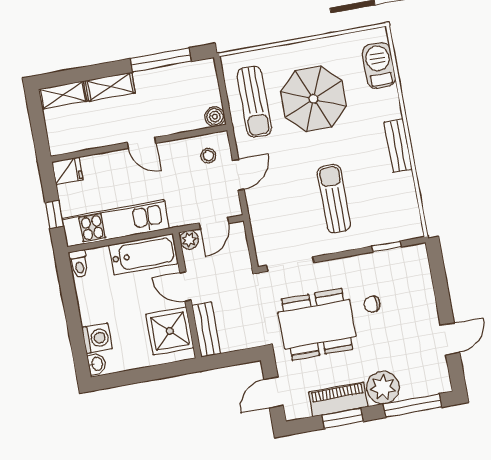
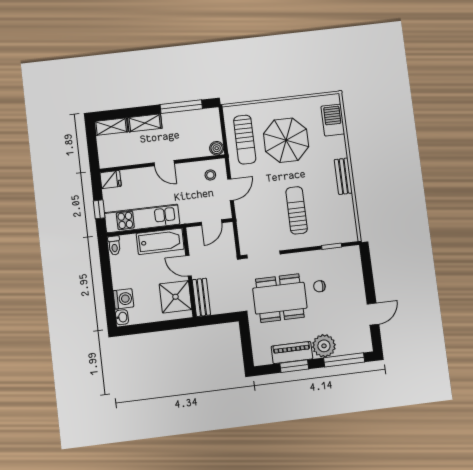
plant: (189, 240) -> (193, 233), removed
door: (274, 392) -> (246, 345), removed

